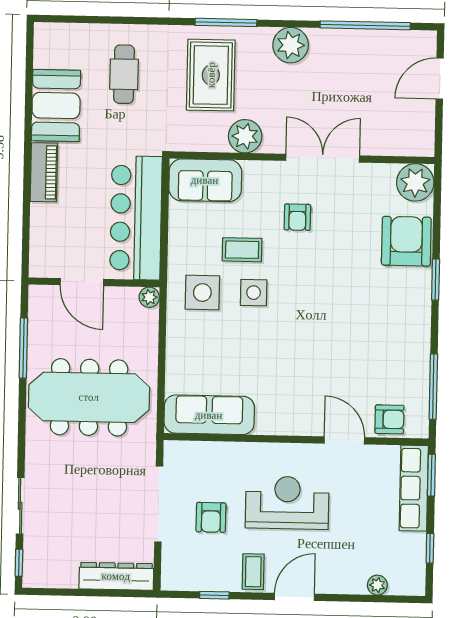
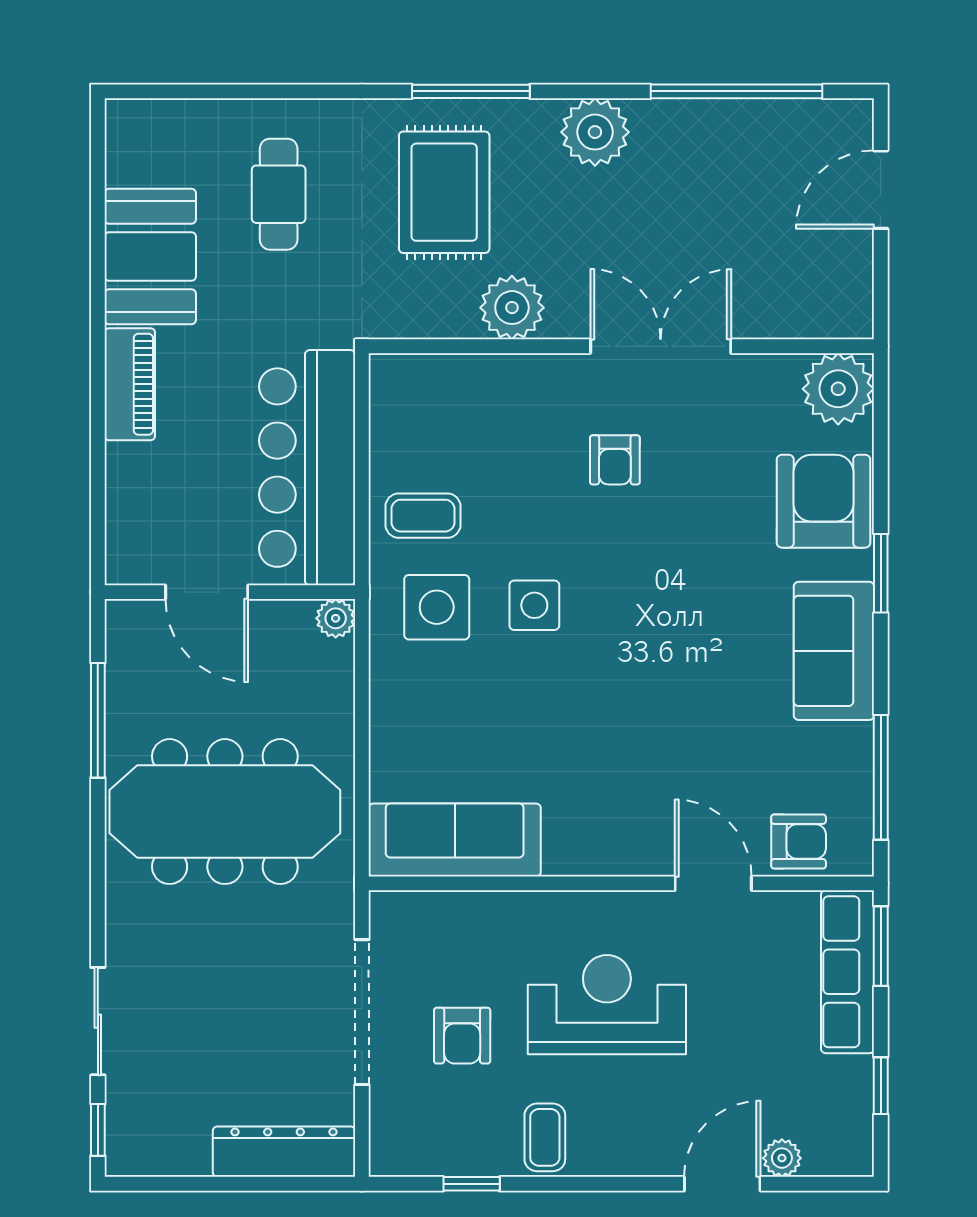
sofa: (205, 180) -> (834, 651), moved, turned 90
coffee table: (242, 250) -> (423, 516), moved
door: (294, 597) -> (722, 1184), moved

